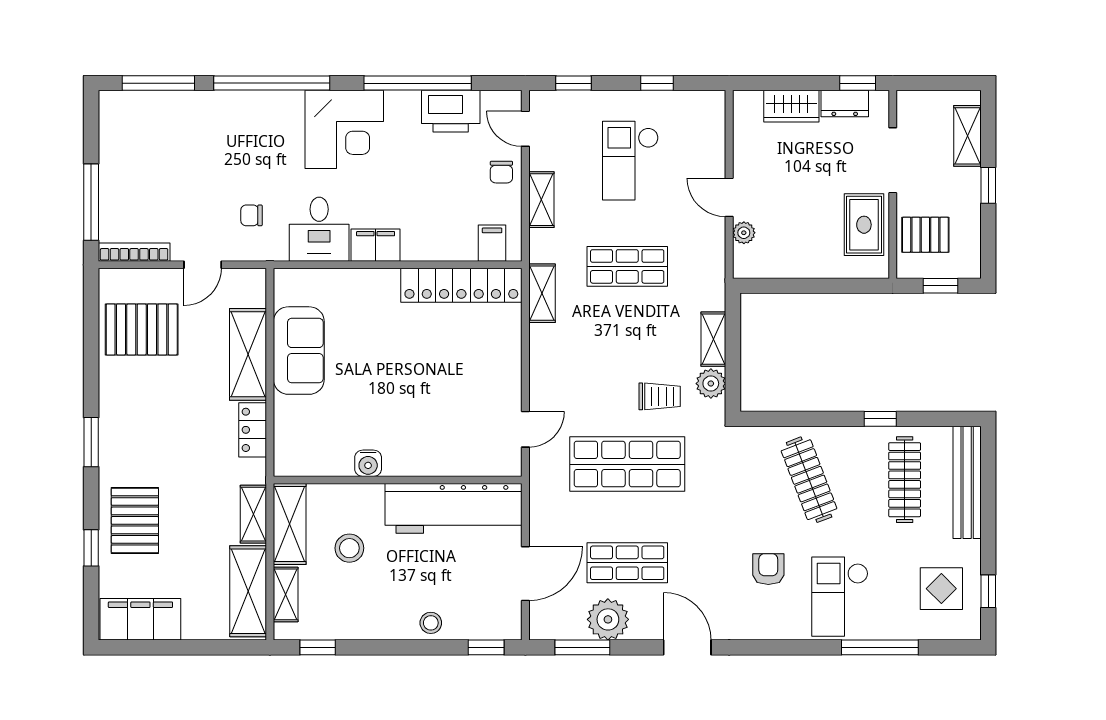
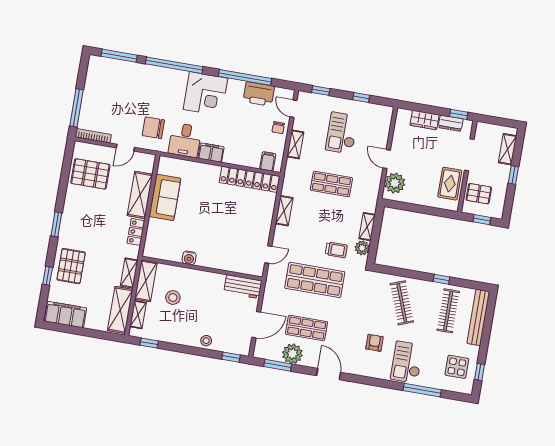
chair: (252, 215) -> (153, 128), width x1.87, depth x1.87
plant: (744, 233) -> (395, 183), width x1.88, depth x1.88
shelving: (542, 293) -> (284, 211), moved
workbench: (454, 508) -> (243, 287), width x0.53, depth x0.76

